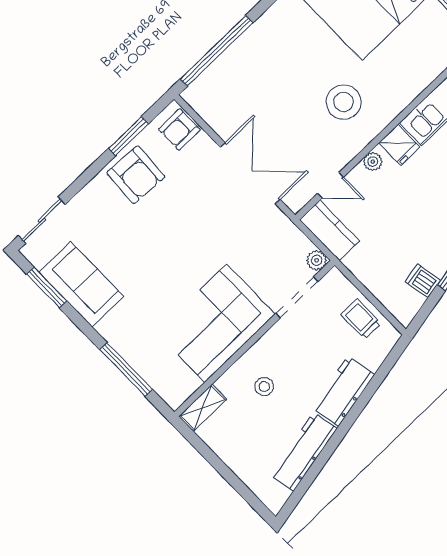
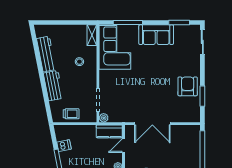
armchair: (179, 130) -> (189, 114), removed
armchair: (136, 175) -> (188, 86), turned 87
sofa: (81, 284) -> (156, 35), moved
corner sofa: (216, 323) -> (115, 47), moved

